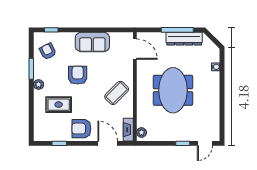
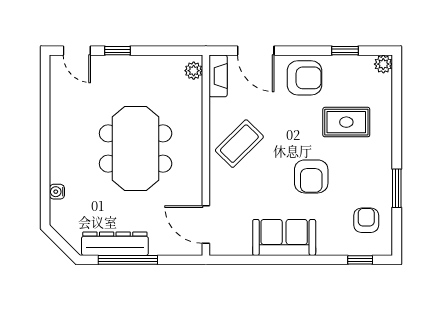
armchair: (48, 51) -> (366, 220), turned -153
plant: (39, 85) -> (383, 64), moved
door: (205, 143) -> (77, 51), swing flipped

